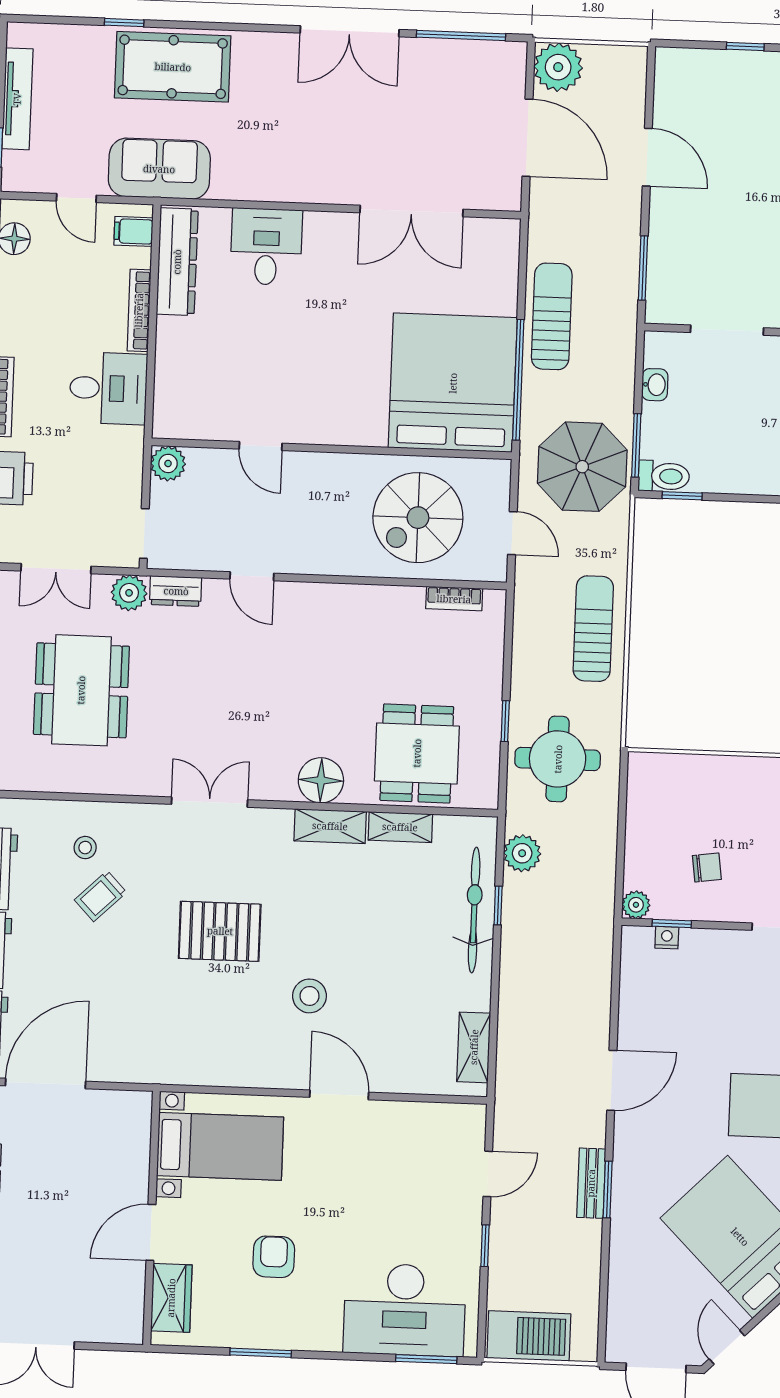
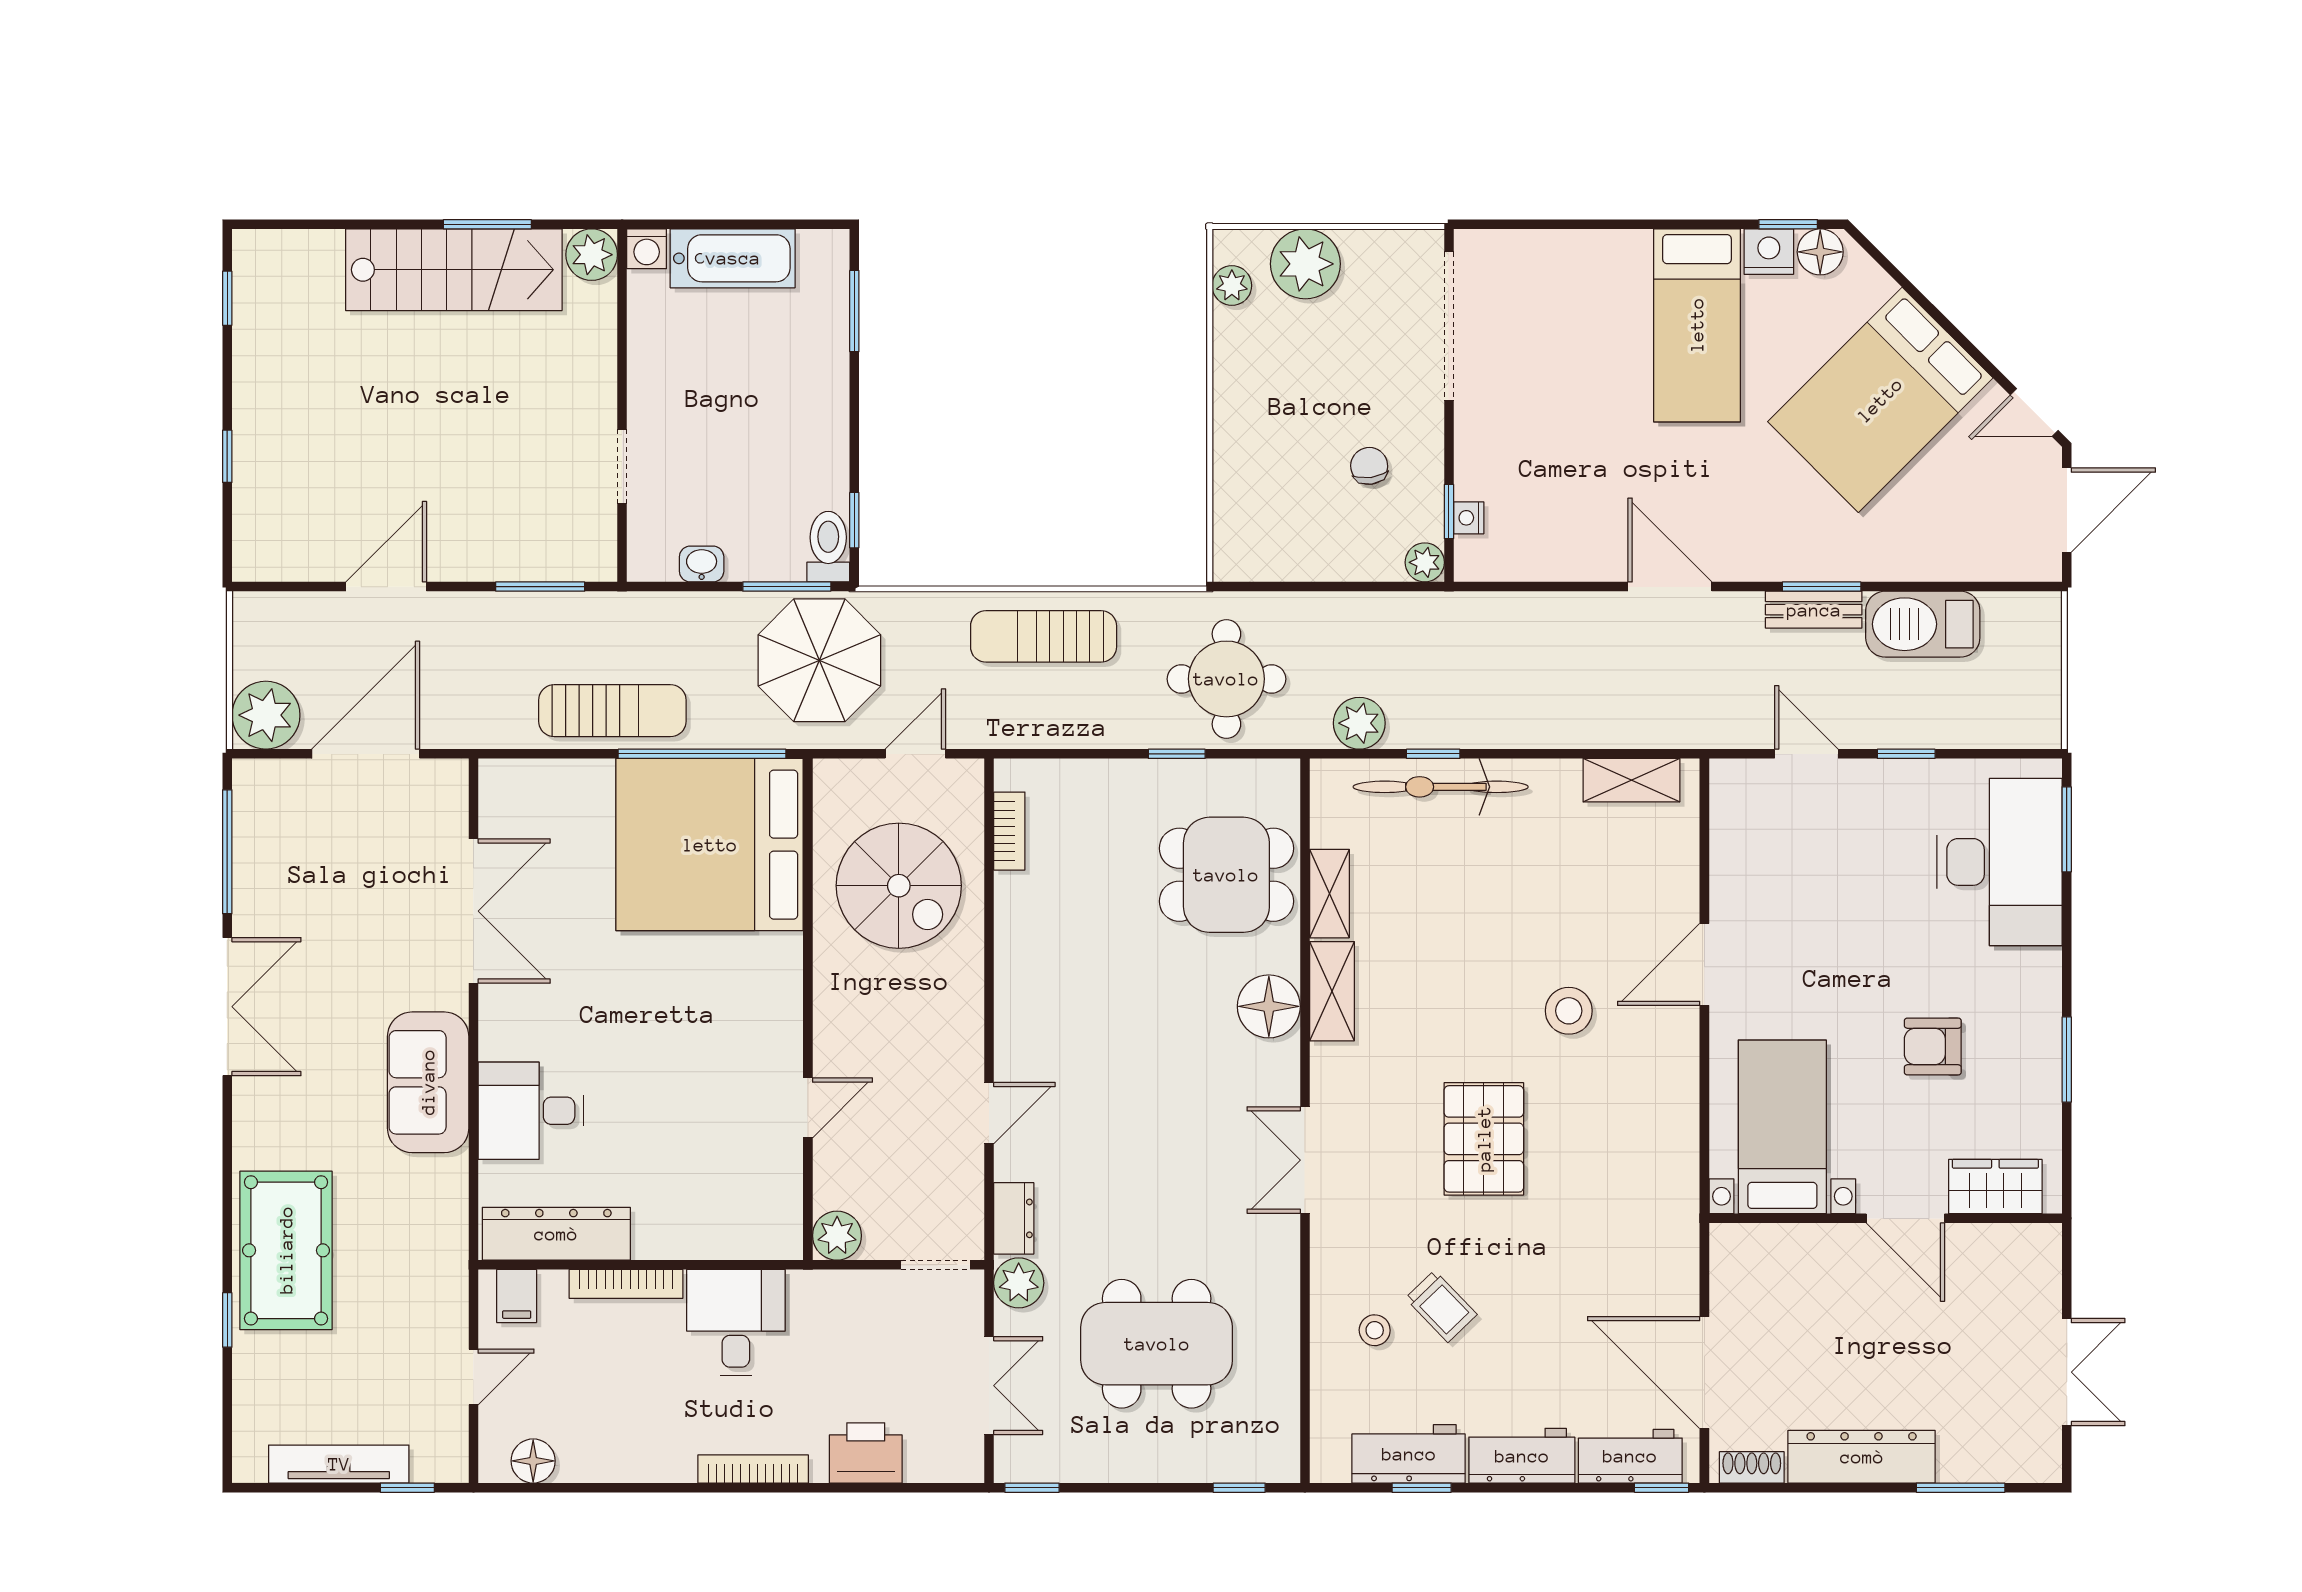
sofa: (159, 169) -> (428, 1082), moved
sun lounger: (552, 316) -> (612, 711), turned 180
doorway: (727, 330) -> (622, 467), width x0.73
barbecue: (529, 1336) -> (1923, 624), moved, turned -90

